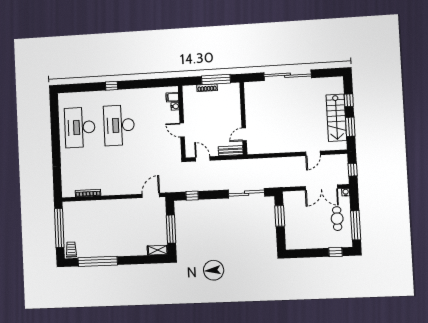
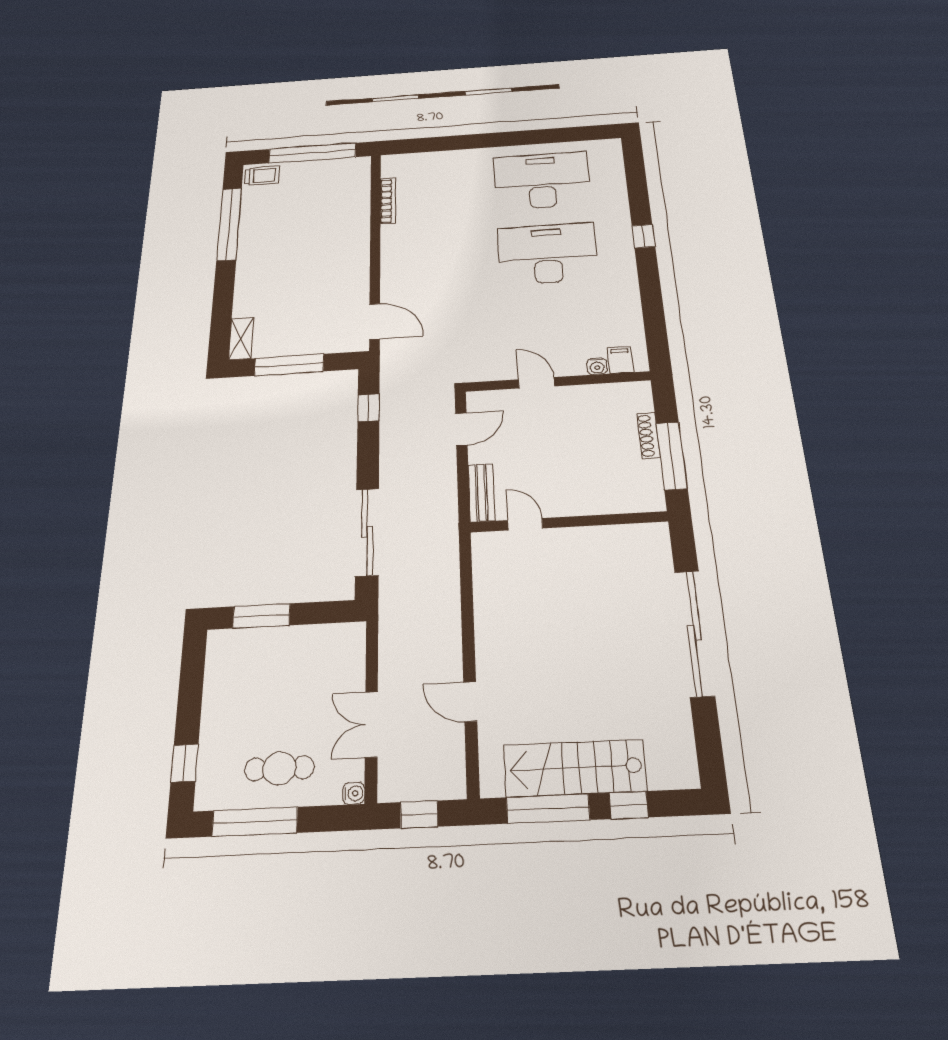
window: (350, 127) -> (548, 809), width x1.44
door: (182, 130) -> (536, 383), hinge flipped
double door: (321, 188) -> (371, 724), width x0.73
window: (280, 216) -> (262, 616), moved

